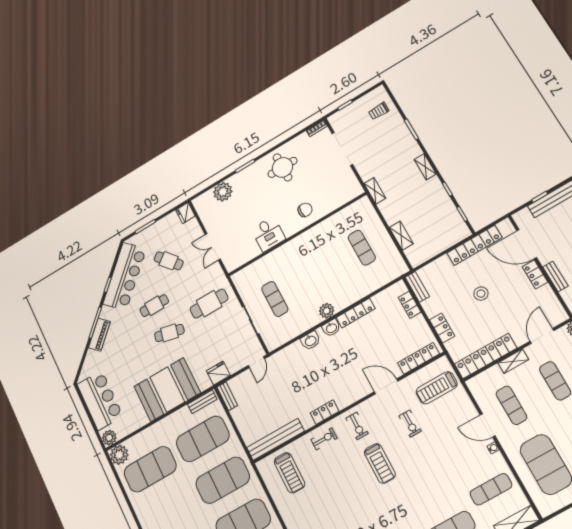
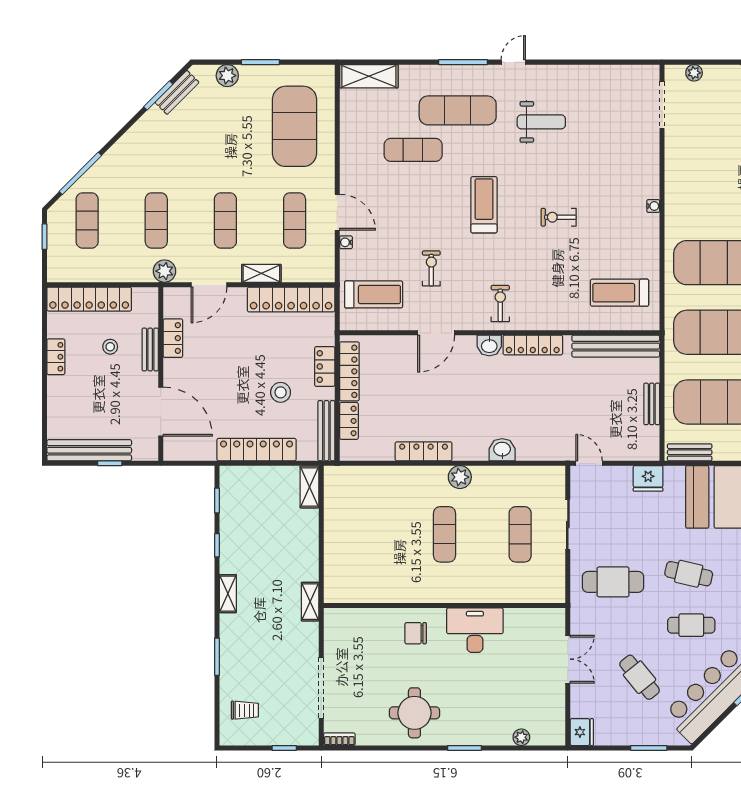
plant: (223, 192) -> (521, 737), width x0.53, depth x0.53
desk: (268, 234) -> (475, 630), width x1.37
shelving: (401, 236) -> (309, 487), moved
locker: (474, 245) -> (257, 450), moved
exercise mat: (362, 248) -> (445, 534), moved
locker: (535, 274) -> (173, 338), moved
bench: (417, 287) -> (326, 431), width x1.36
stool: (481, 294) -> (281, 392), moved
washbasin: (331, 328) -> (489, 346), moved, turned 180
locker: (419, 358) -> (349, 371), moved, turned -90
door: (256, 362) -> (589, 463), hinge flipped
door: (386, 386) -> (436, 333), hinge flipped
bench: (227, 396) -> (652, 404), moved
locker: (325, 412) -> (533, 345), width x1.53
exercise bike: (324, 439) -> (559, 217), moved
water cooler: (493, 448) -> (346, 242), moved
treadmill: (380, 463) -> (484, 205), moved
treadmill: (289, 473) -> (620, 293), turned -90
exercise mat: (491, 489) -> (413, 150), moved

